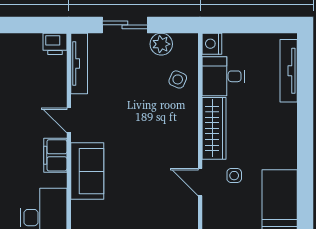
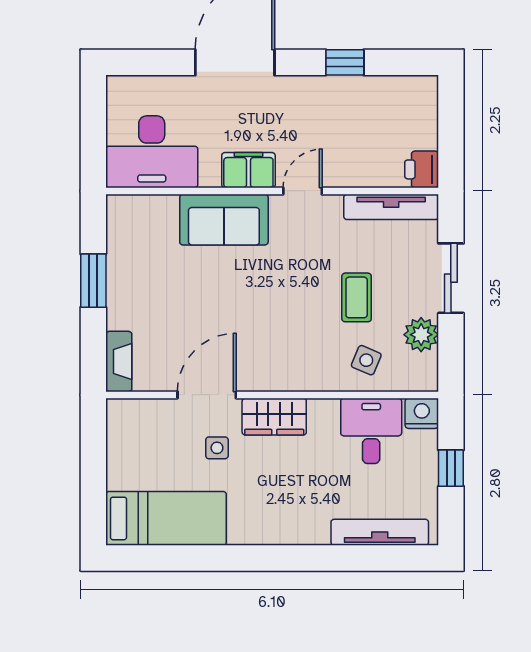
window: (247, 25) -> (451, 468), added
coffee table: (137, 86) -> (357, 297), added
wardrobe: (214, 128) -> (274, 417), width x0.67
door: (200, 182) -> (207, 395), width x1.38

